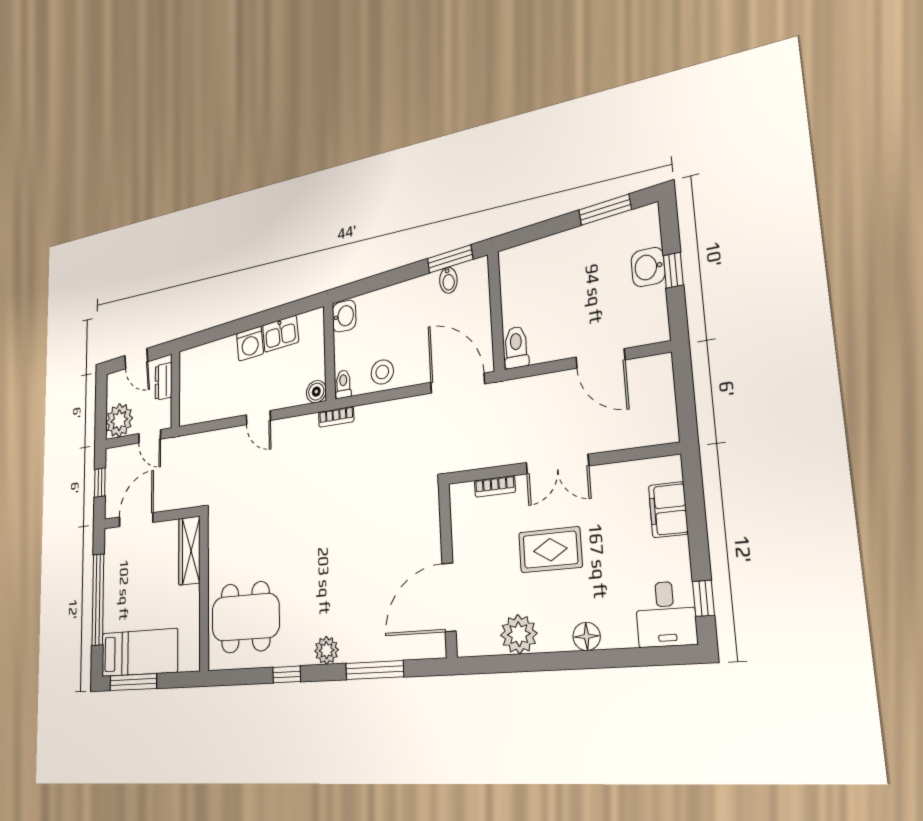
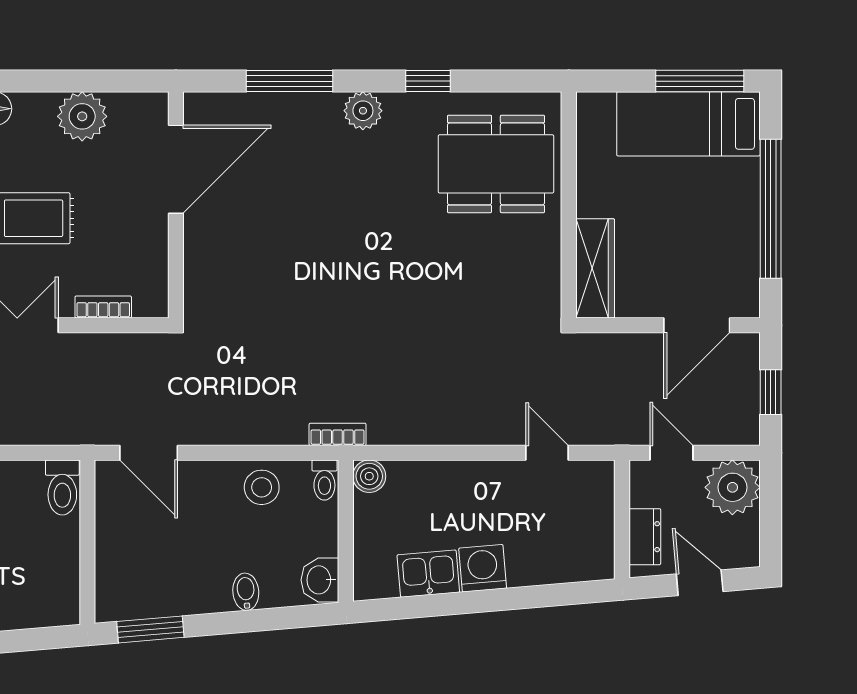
bidet: (448, 280) -> (246, 592), moved
door: (457, 383) -> (149, 453), width x0.73
door: (258, 418) -> (547, 453), moved

